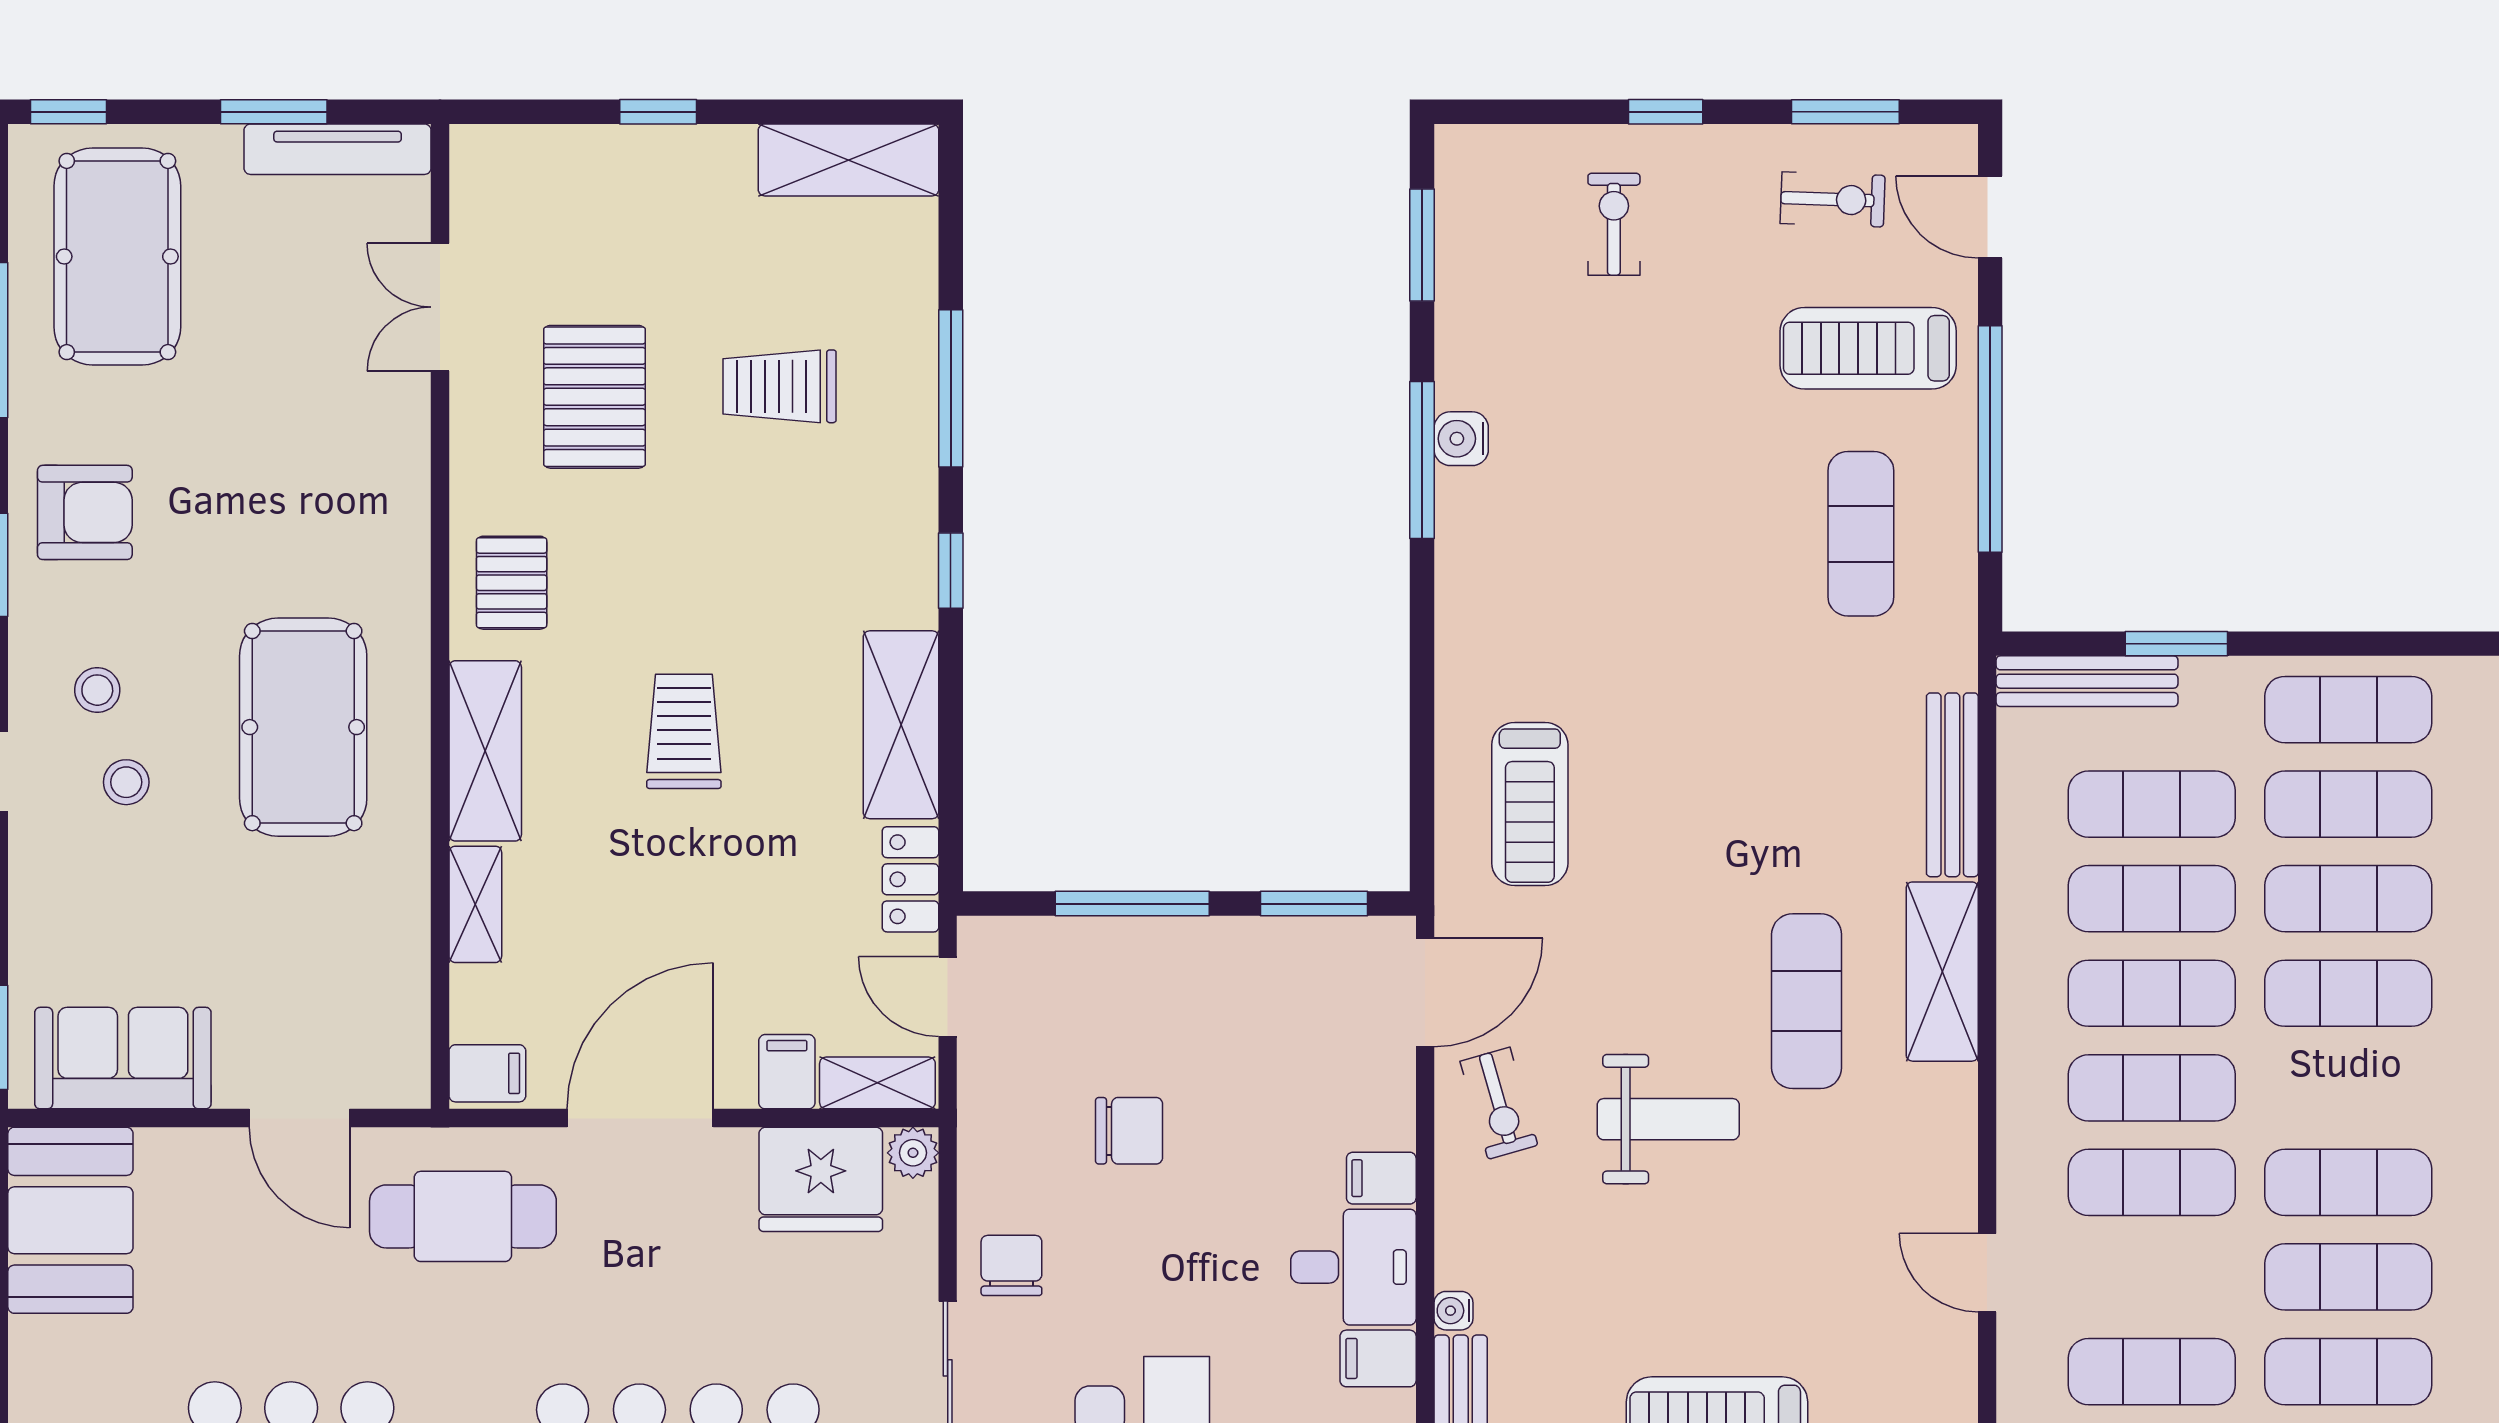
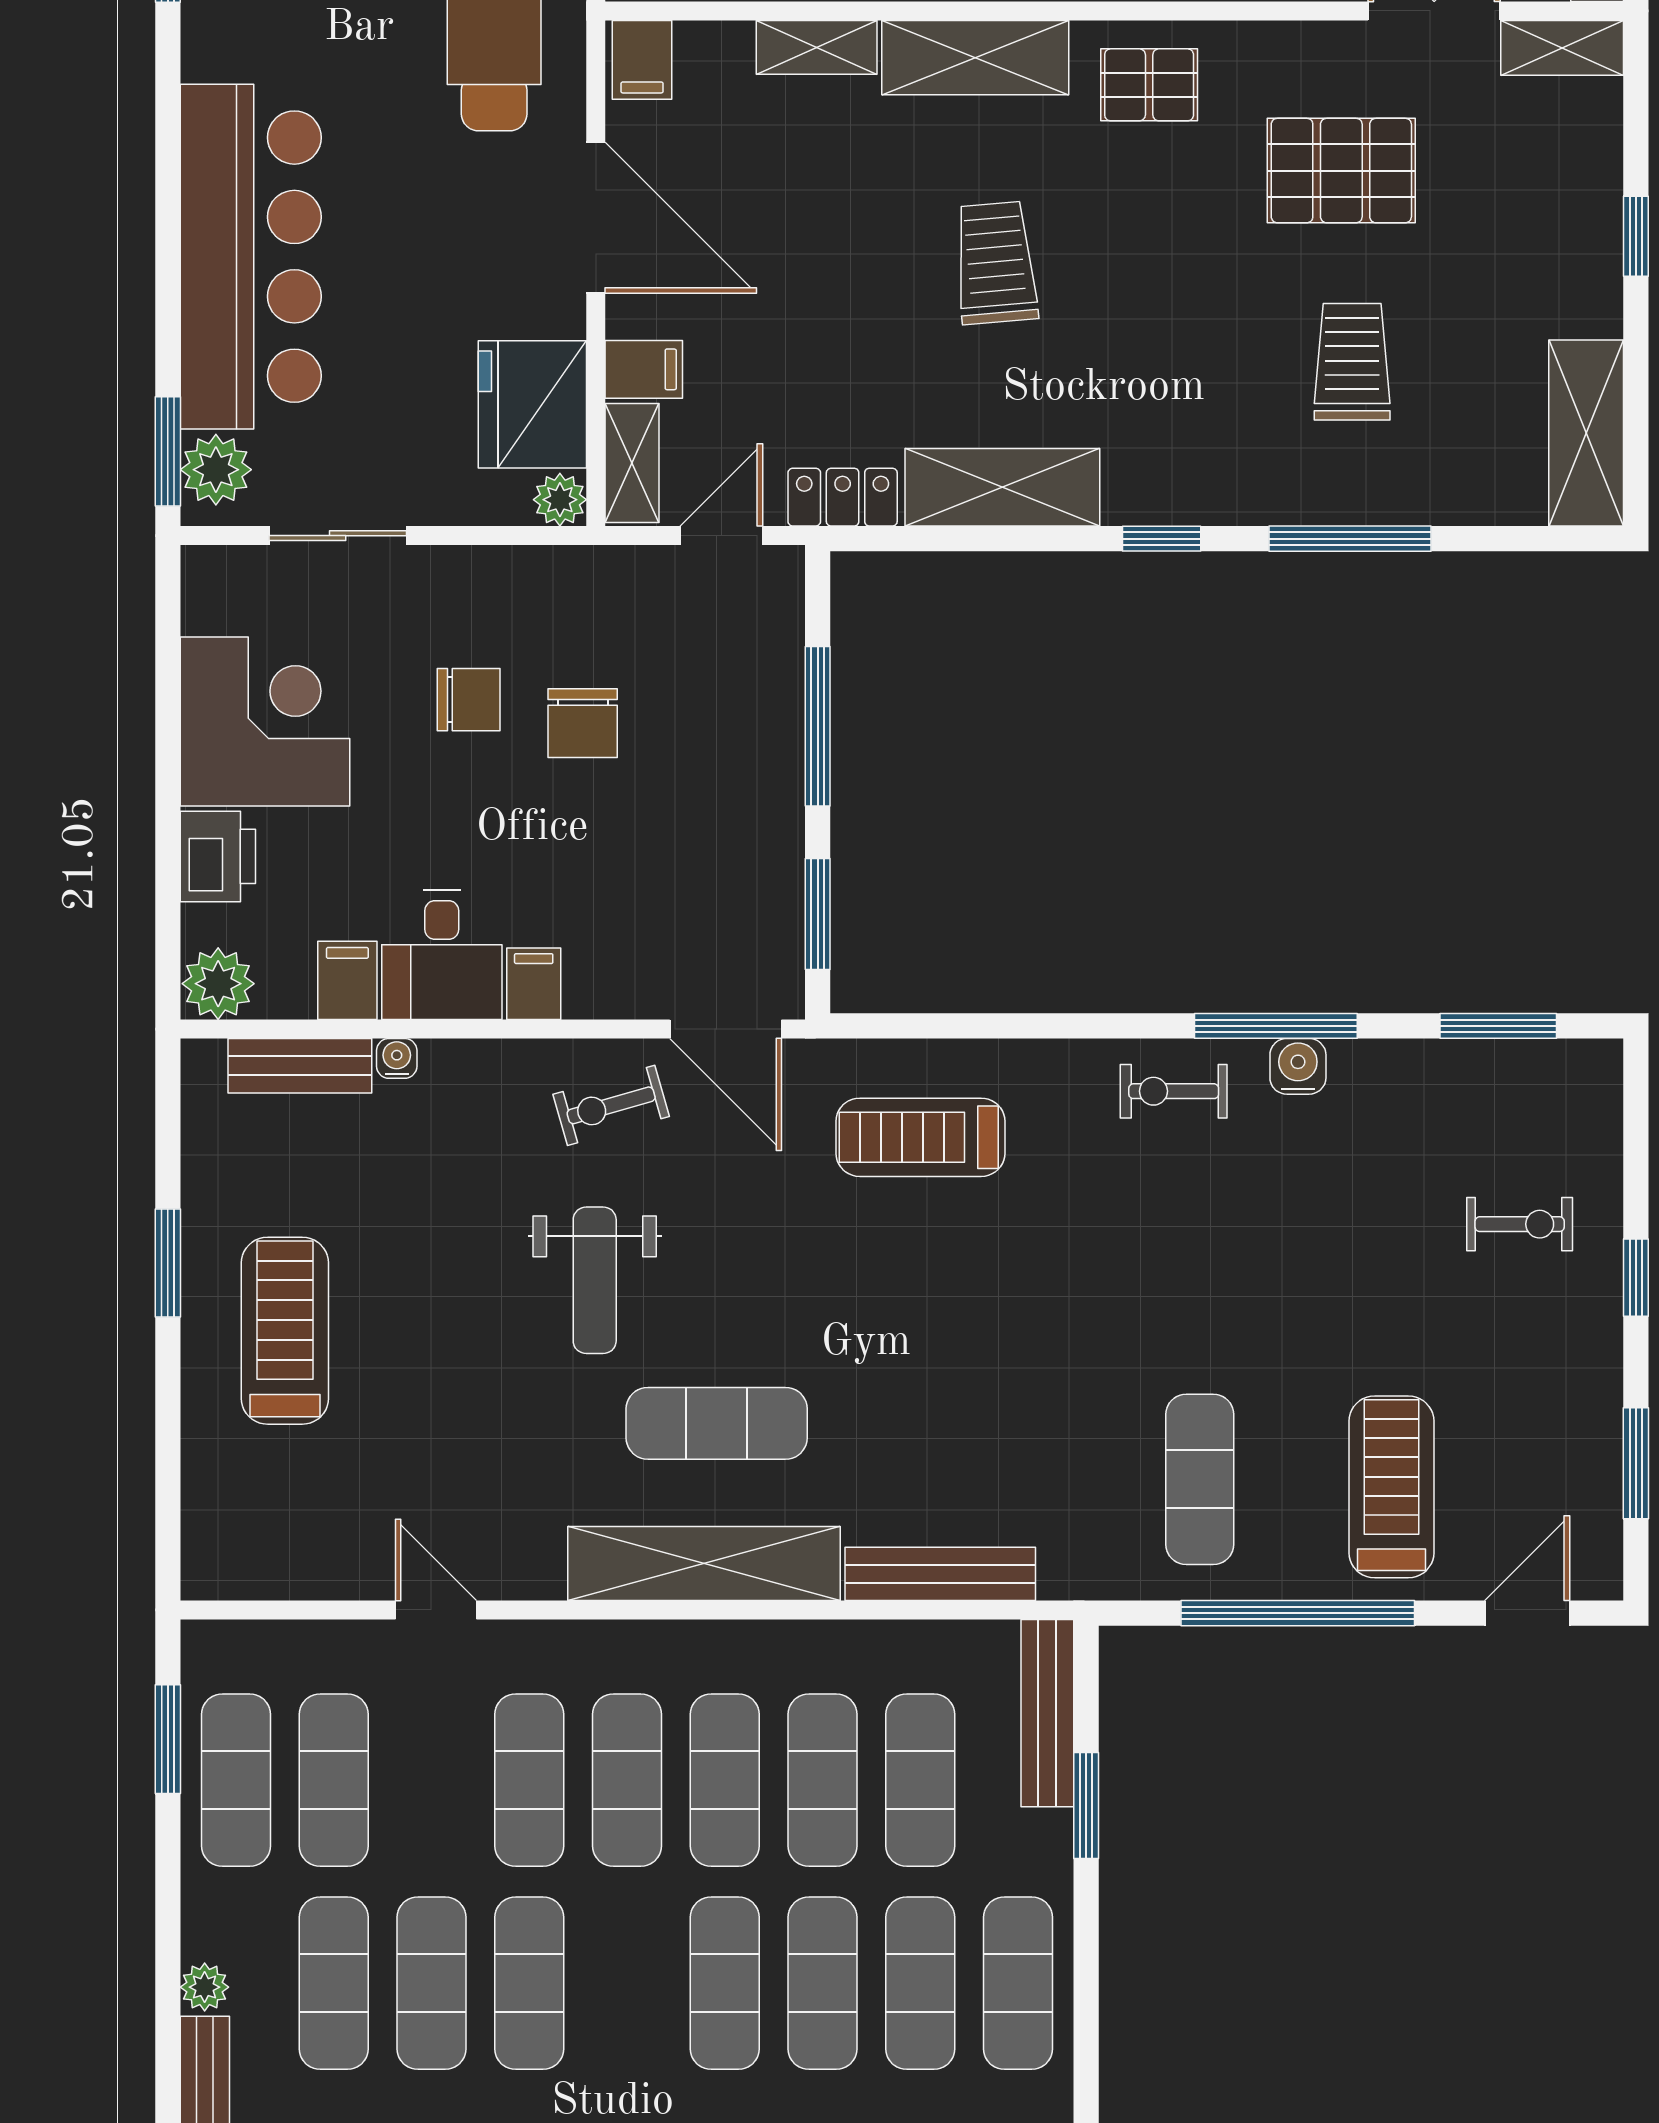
shelving: (476, 183) -> (1562, 48), added
exercise bike: (1833, 199) -> (1174, 1091), moved, turned 88
exercise mat: (1861, 534) -> (1200, 1479), turned 90
trolley: (684, 731) -> (995, 263), turned -95
shelving: (1942, 972) -> (704, 1563), width x1.47
chair: (1011, 1265) -> (469, 700), moved
door: (1987, 1273) -> (436, 1610), hinge flipped

